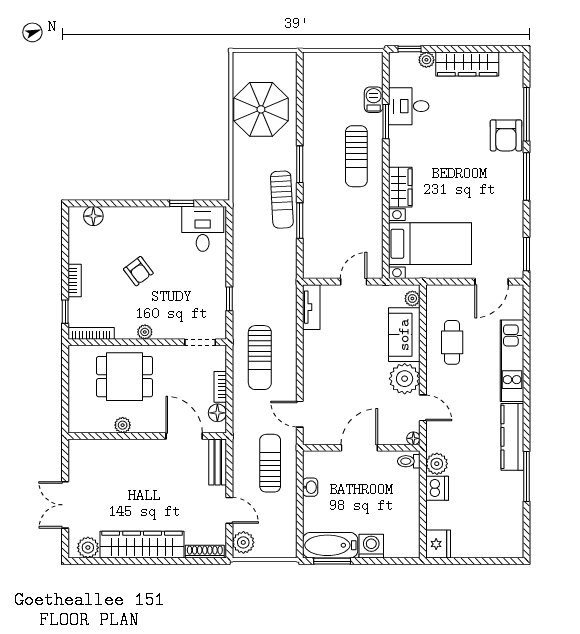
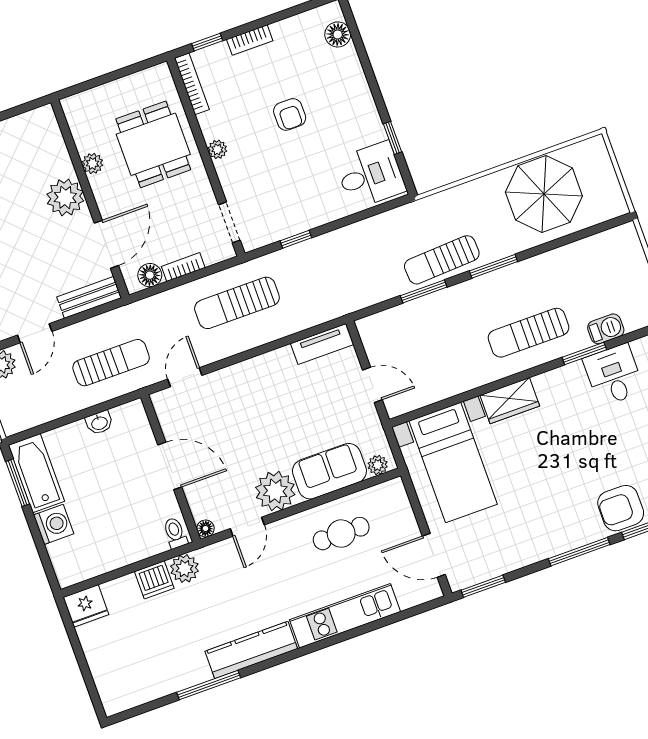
armchair: (138, 271) -> (290, 114), turned -53
plant: (140, 453) -> (65, 197), added

